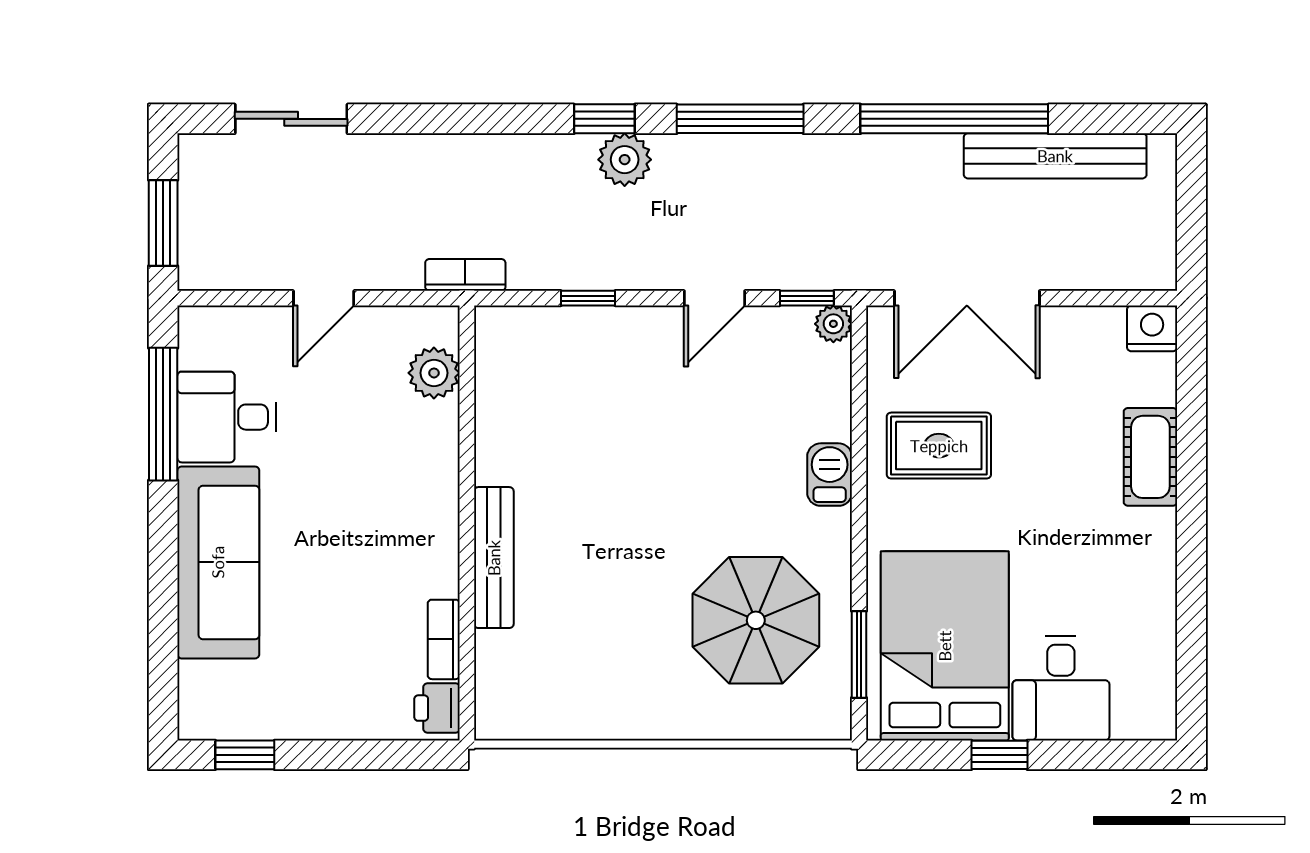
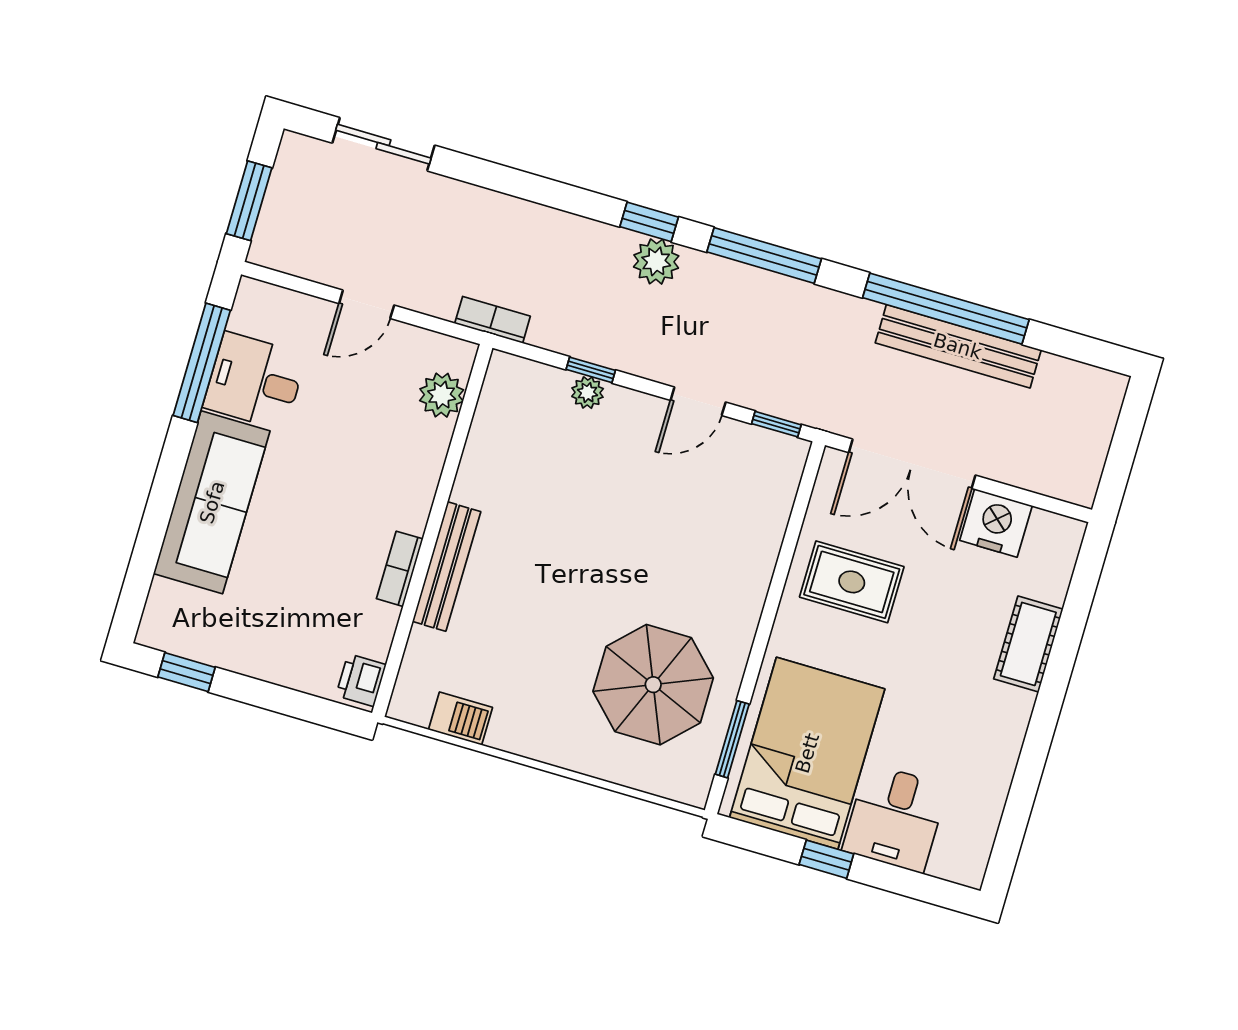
bench: (1055, 156) -> (958, 346), moved
plant: (833, 324) -> (588, 393), moved
nightstand: (1152, 328) -> (996, 523), moved, width x1.36, depth x1.33
barbecue: (830, 475) -> (460, 719), moved, turned 90
bookcase: (444, 639) -> (400, 569), moved

